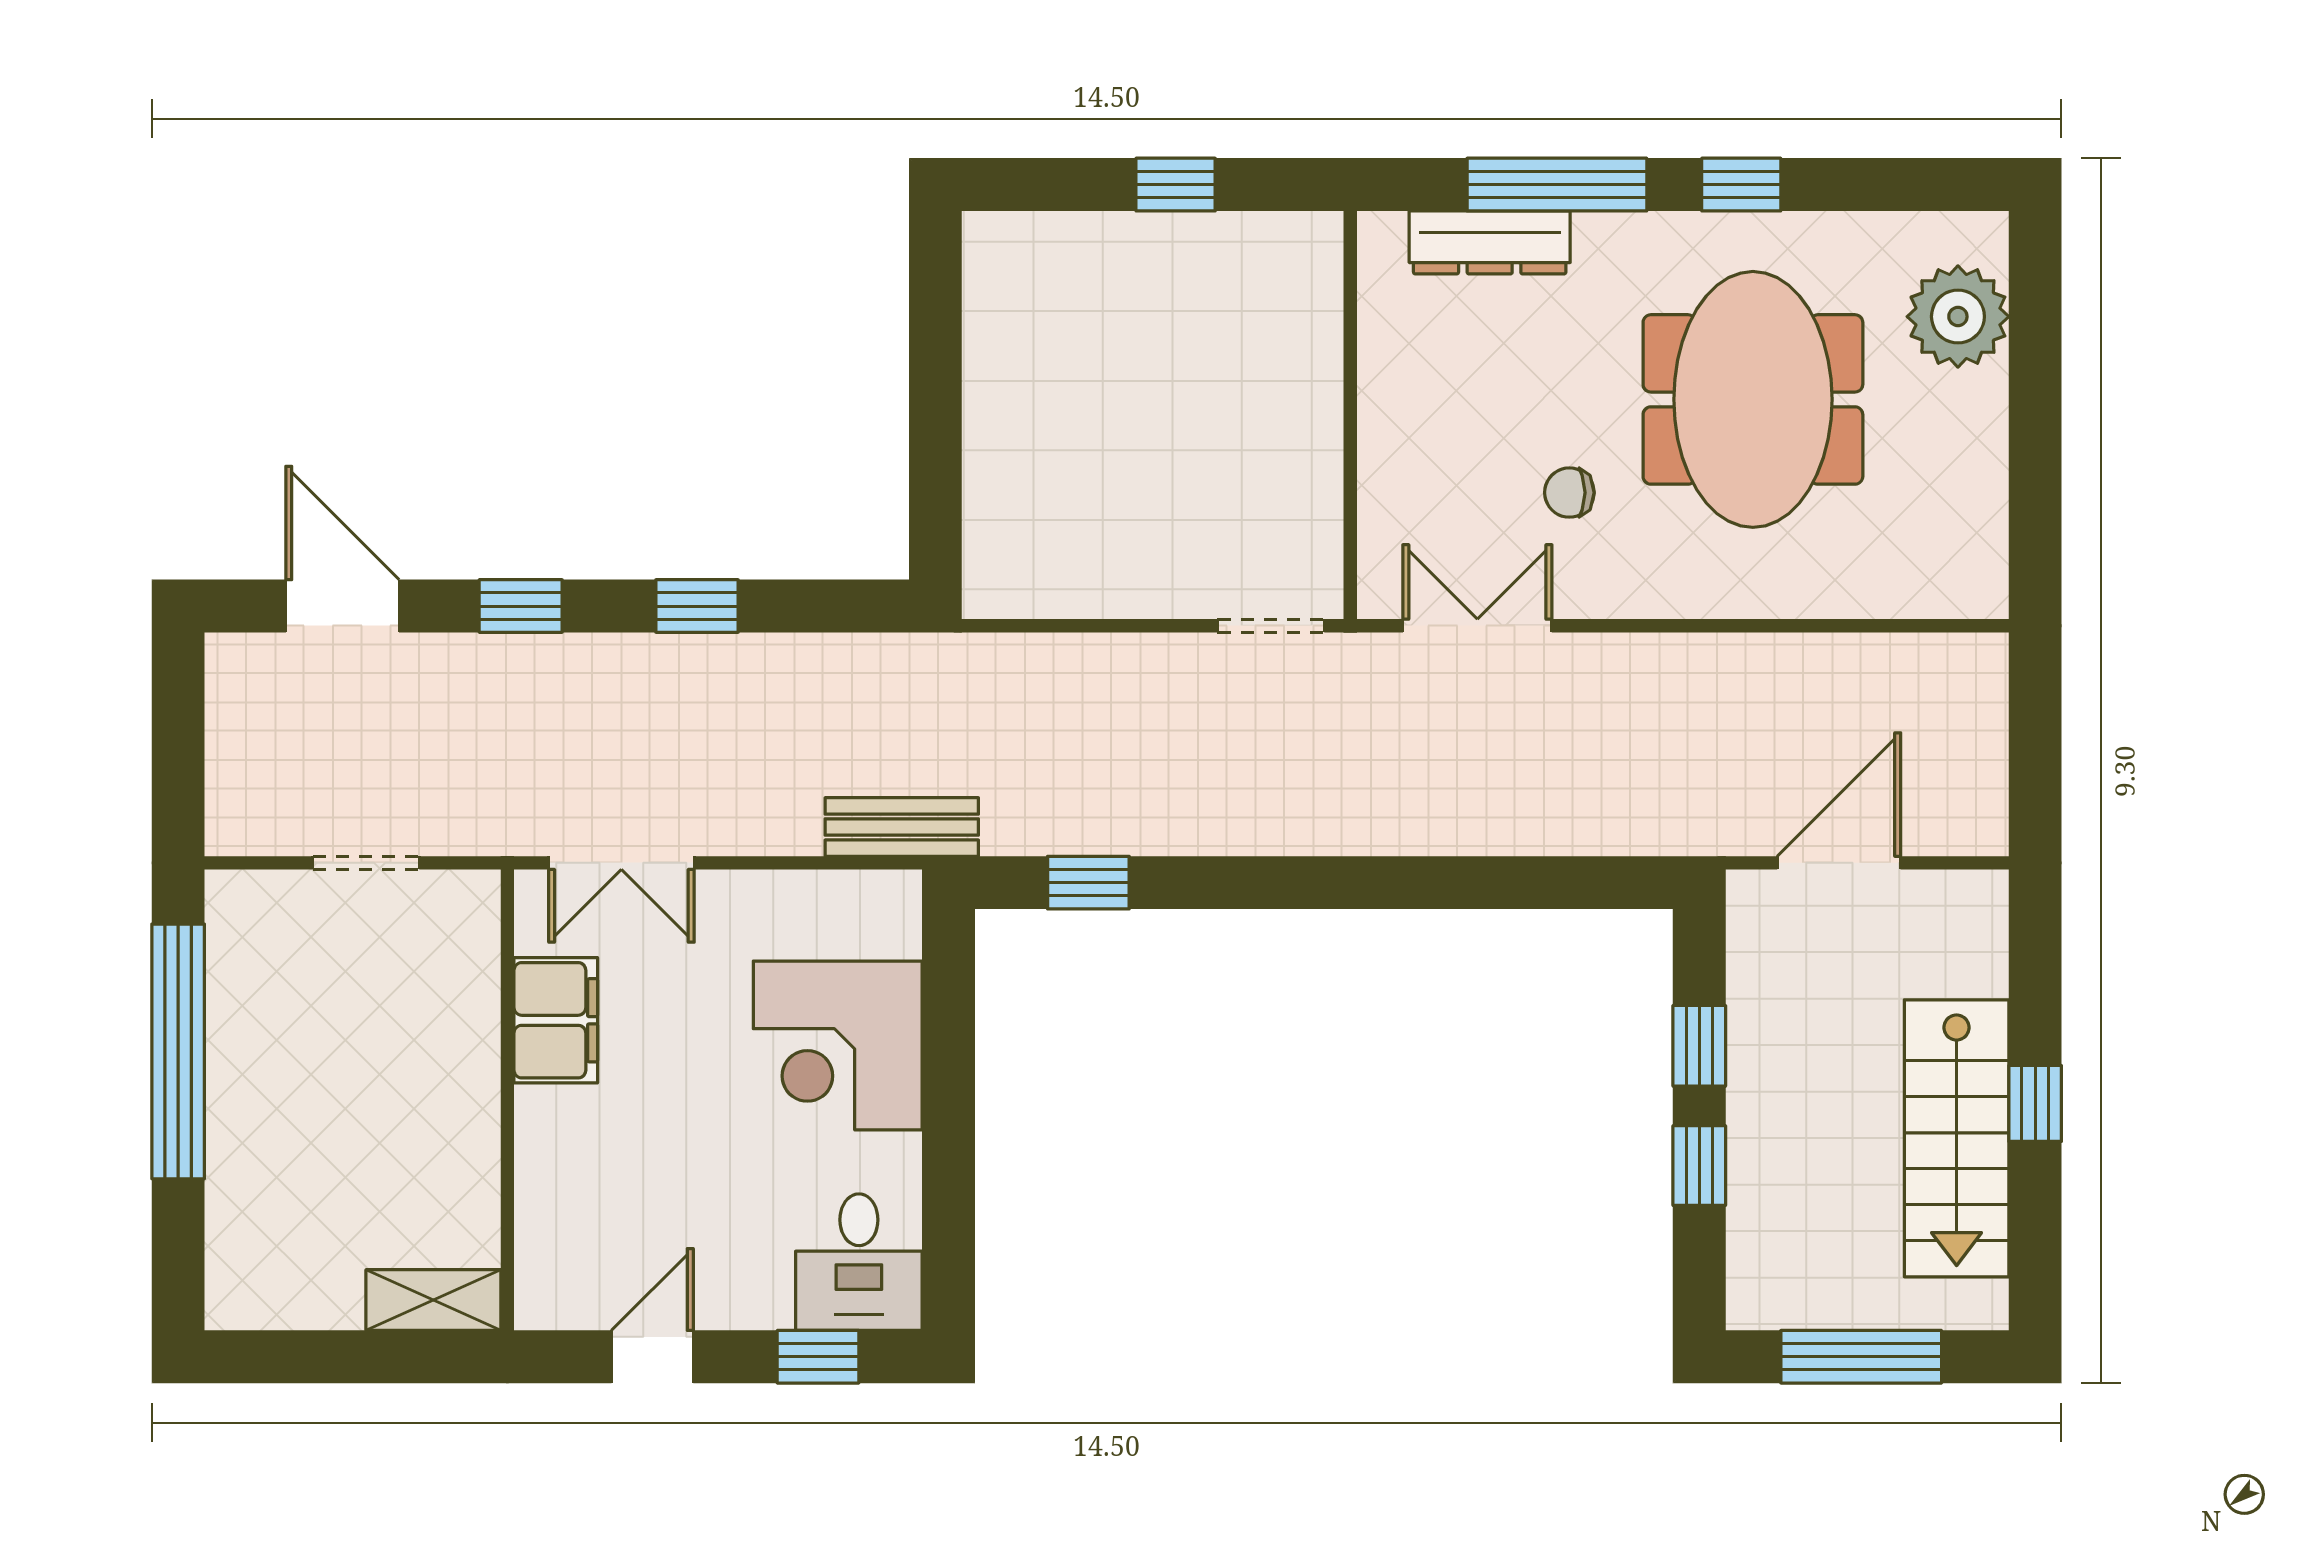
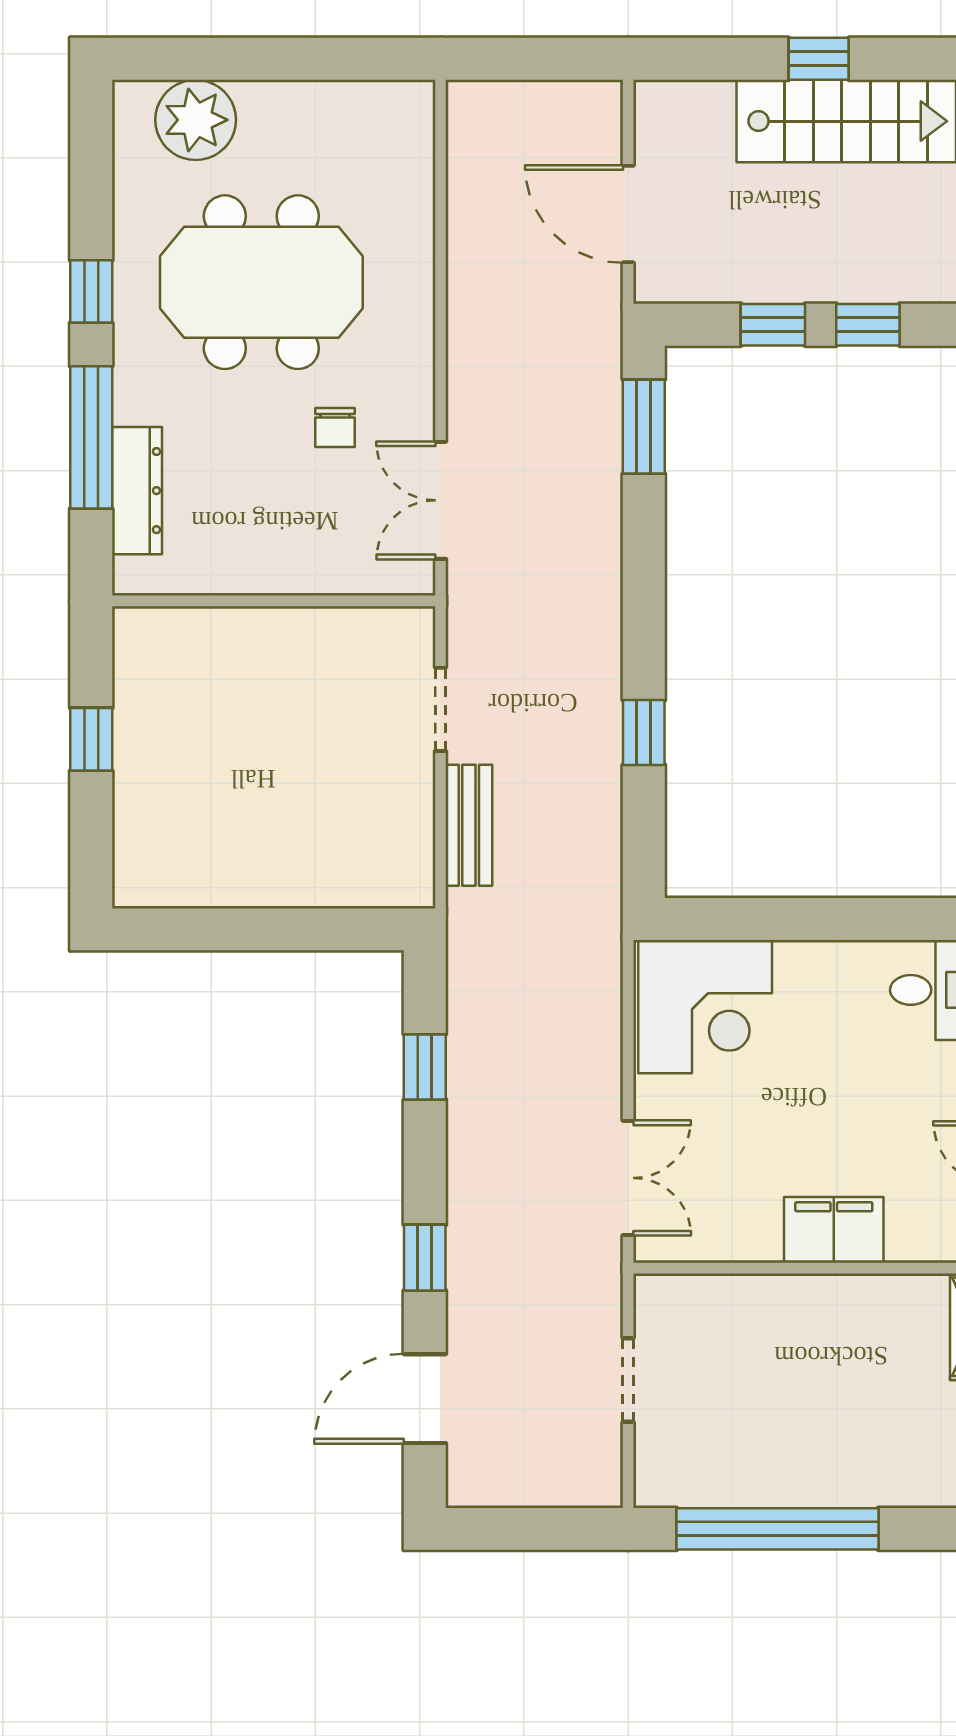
window: (697, 606) -> (425, 1067), moved
doorway: (1271, 626) -> (440, 709), moved
bench: (902, 827) -> (469, 825), moved
window: (1088, 883) -> (644, 732), moved
window: (1570, 883) -> (644, 427), added
filing cabinet: (556, 1020) -> (834, 1230), moved
corner desk: (838, 1046) -> (705, 1007), moved

